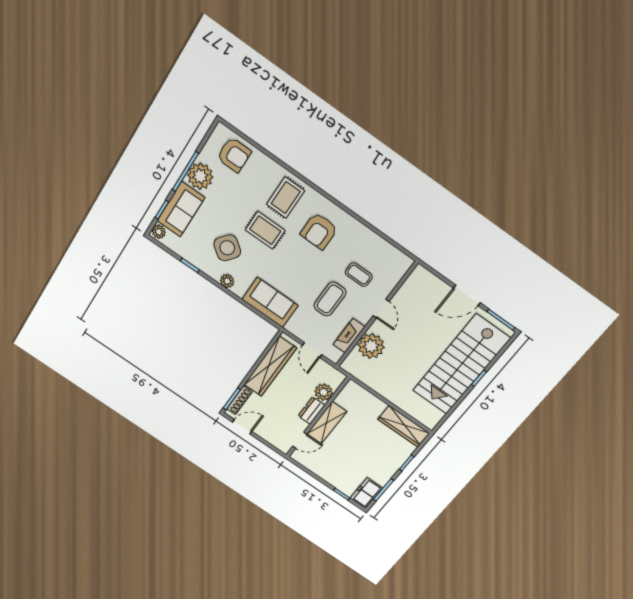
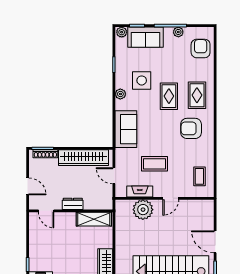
armchair: (234, 155) -> (201, 48), turned 180
plant: (200, 176) -> (178, 32), width x0.53, depth x0.53
rug: (286, 198) -> (197, 95), turned 90
side table: (227, 248) -> (142, 80), turned -38
coffee table: (359, 275) -> (199, 176), moved
door: (312, 350) -> (114, 176), hinge flipped
plant: (324, 392) -> (91, 202), removed
shelving: (327, 423) -> (94, 219), moved
door: (242, 427) -> (28, 186), moved

